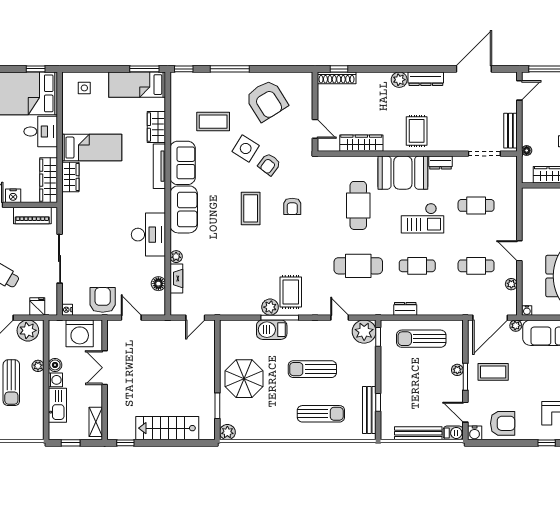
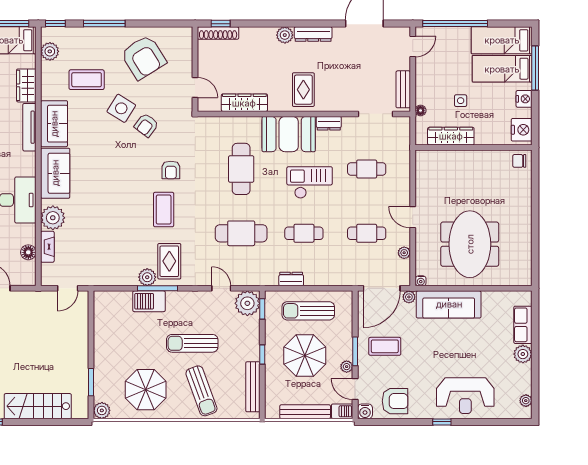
plant: (179, 95) -> (50, 51), added
coffee table: (251, 208) -> (164, 210), moved
checkout: (422, 218) -> (310, 182), turned 180
plant: (176, 257) -> (53, 218), width x1.87, depth x1.87
plant: (457, 370) -> (347, 367), moved
parasol: (244, 379) -> (146, 390), moved
parasol: (418, 381) -> (305, 356), added
window: (378, 402) -> (262, 354), moved
sun lounger: (321, 414) -> (201, 391), turned 70

